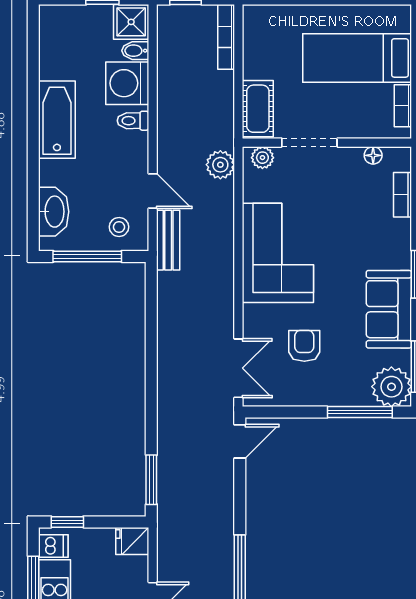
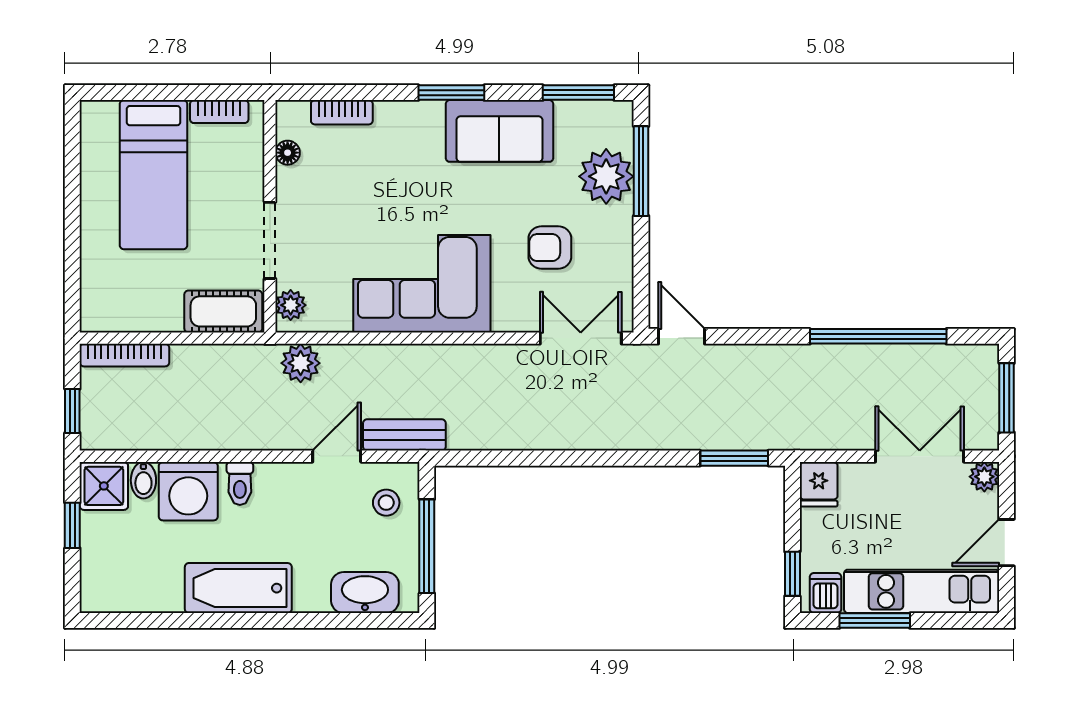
plant: (391, 387) -> (606, 176), moved

